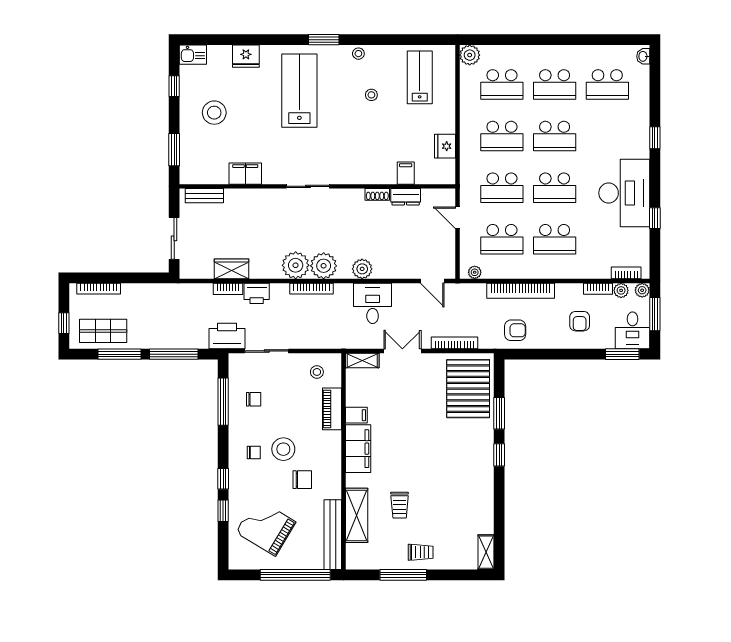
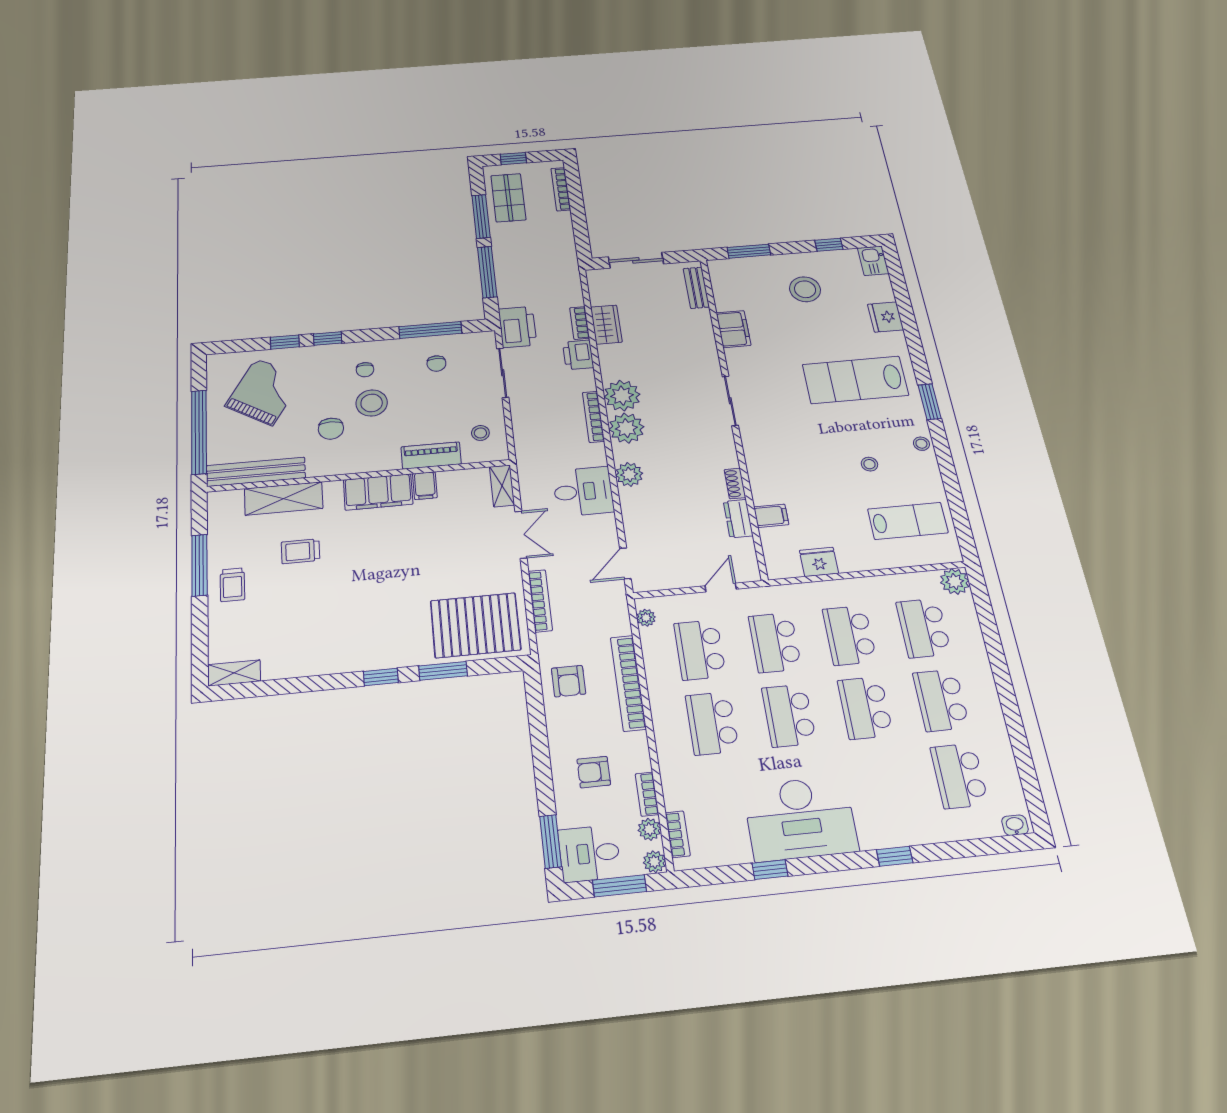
lab bench: (299, 91) -> (855, 380), turned 180

